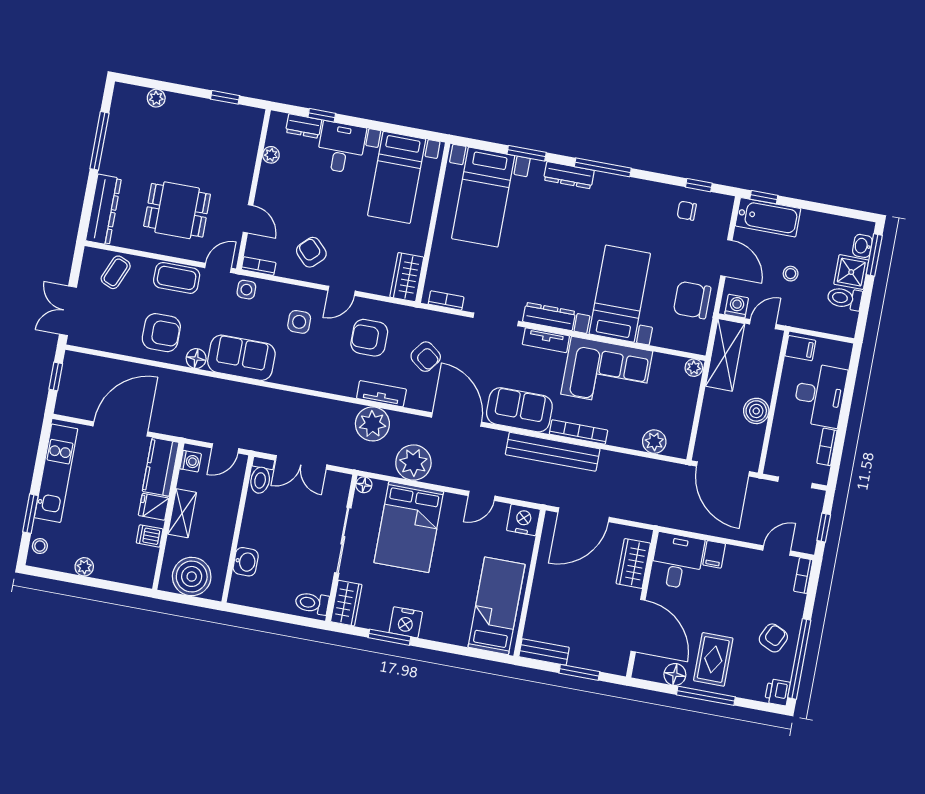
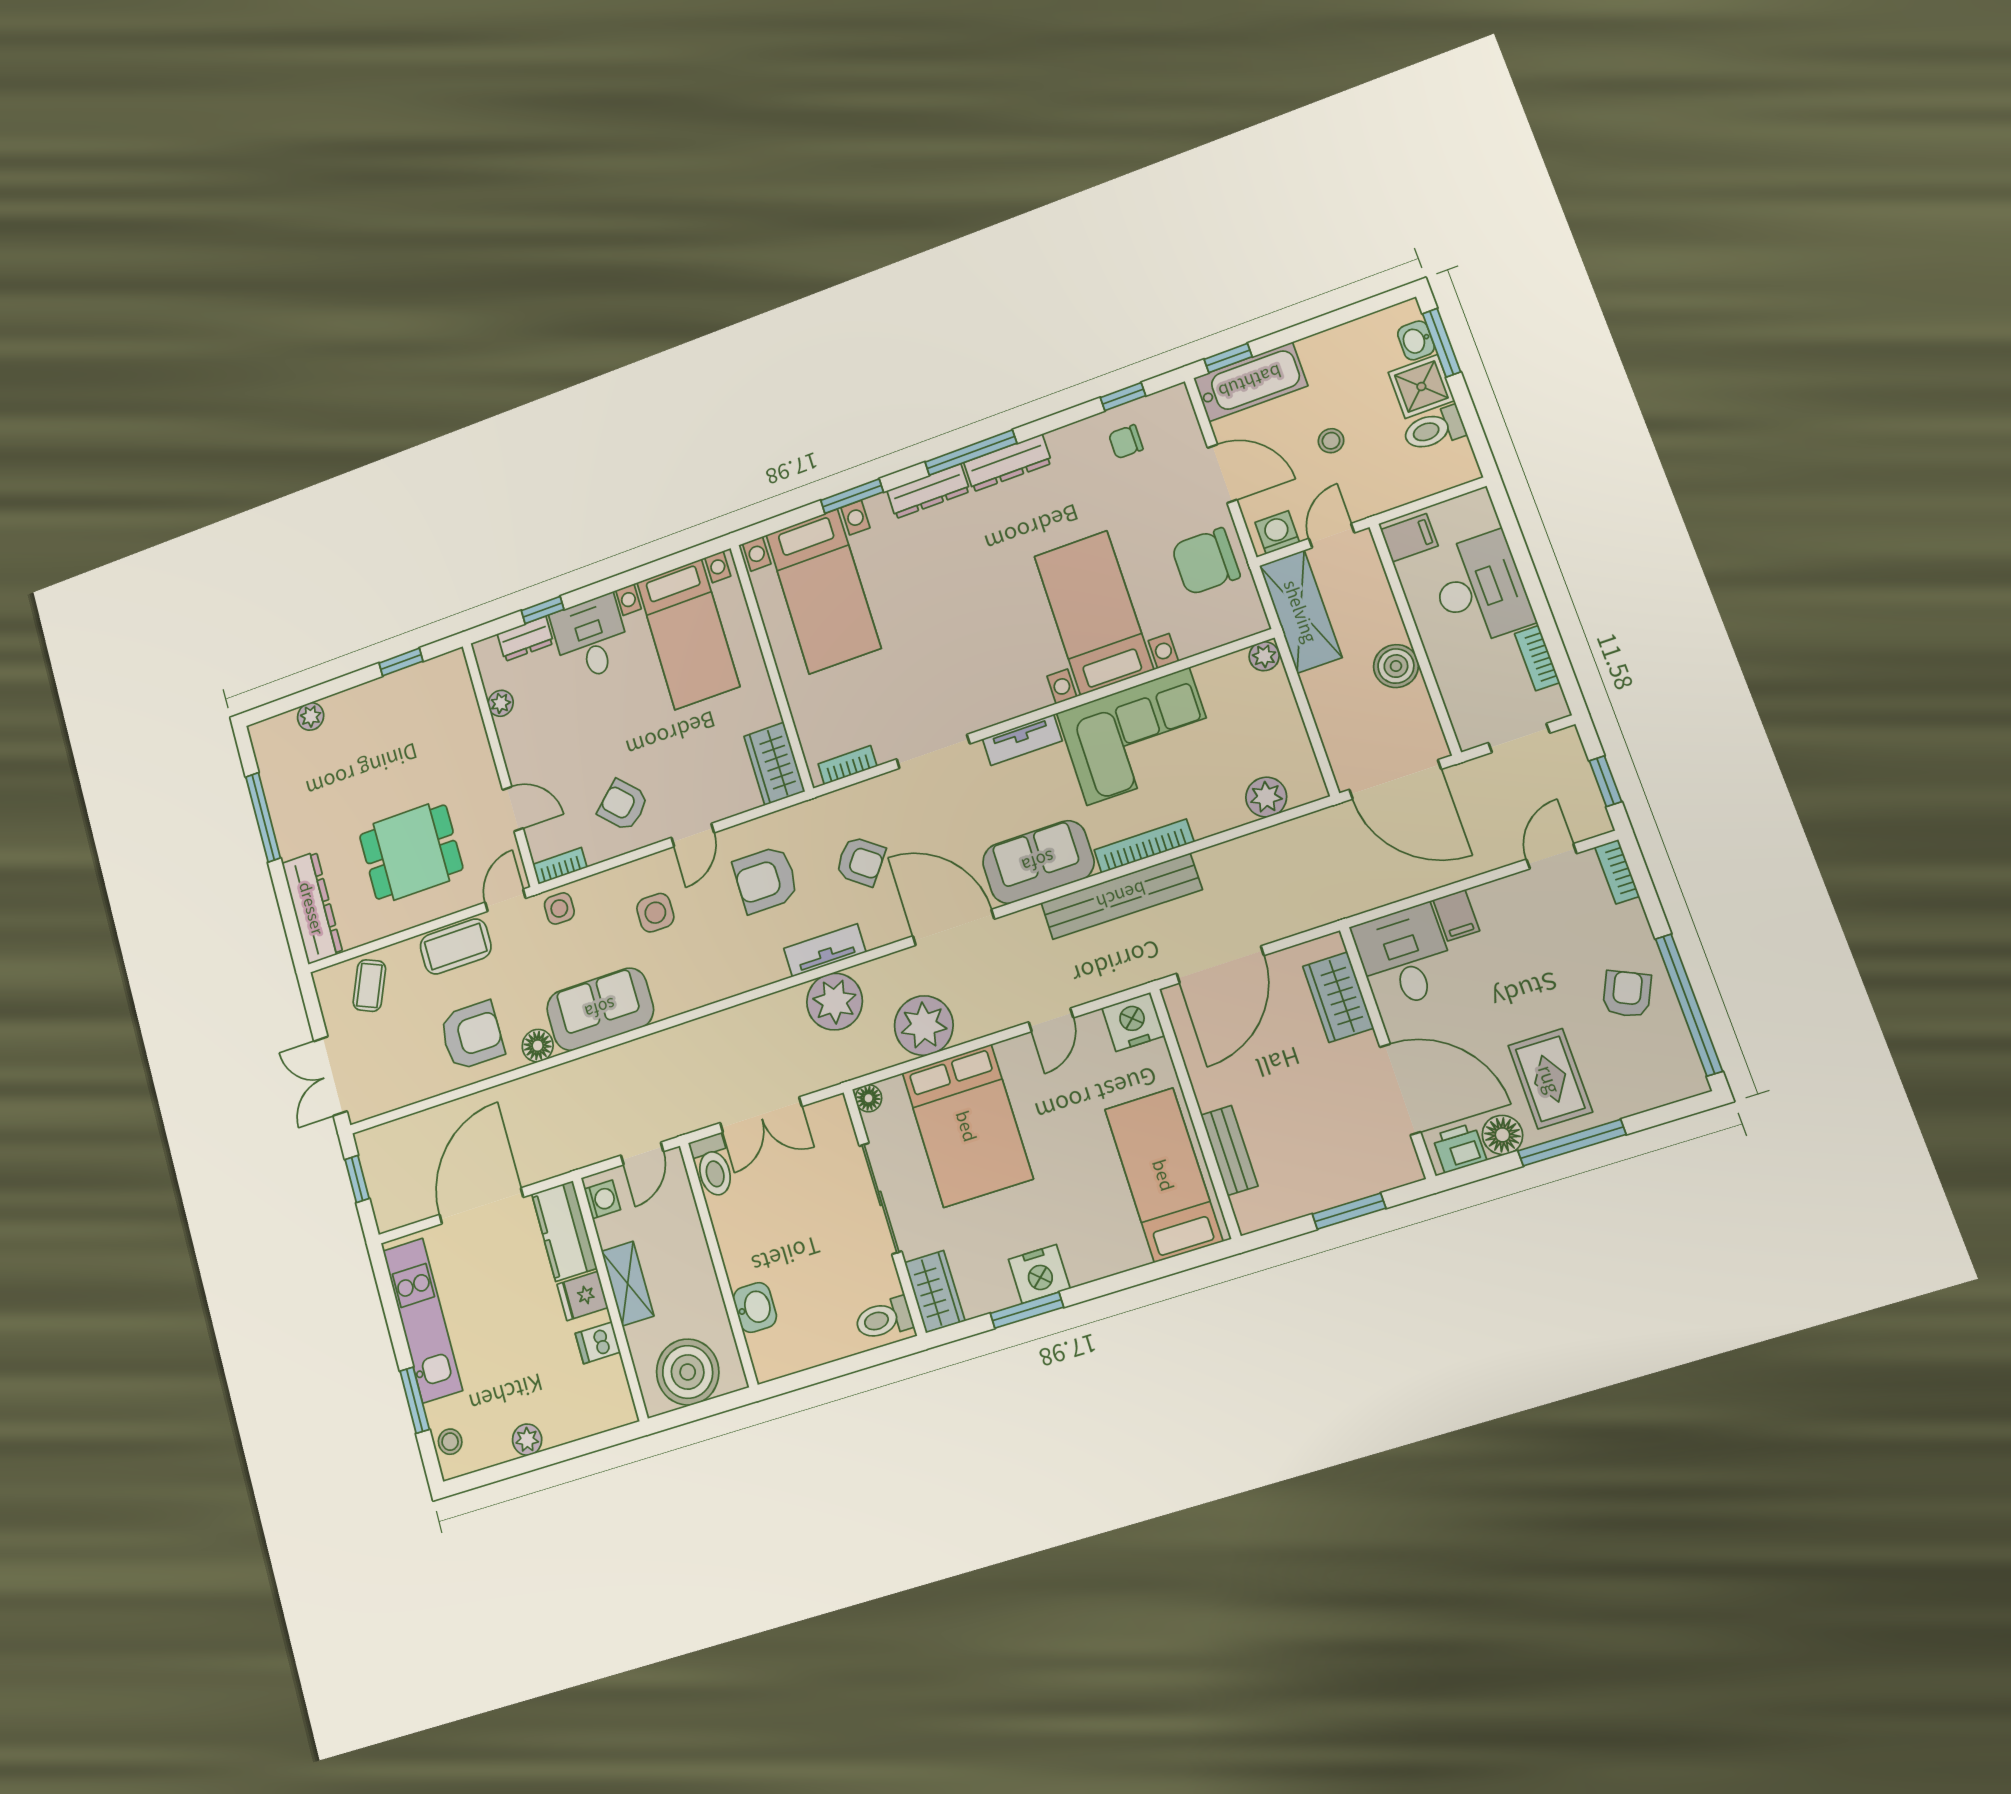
dresser: (549, 317) -> (1008, 463), moved, turned 180
bench: (544, 652) -> (1229, 1150), moved, turned 90
printer: (777, 692) -> (1459, 1148), moved, turned 90

